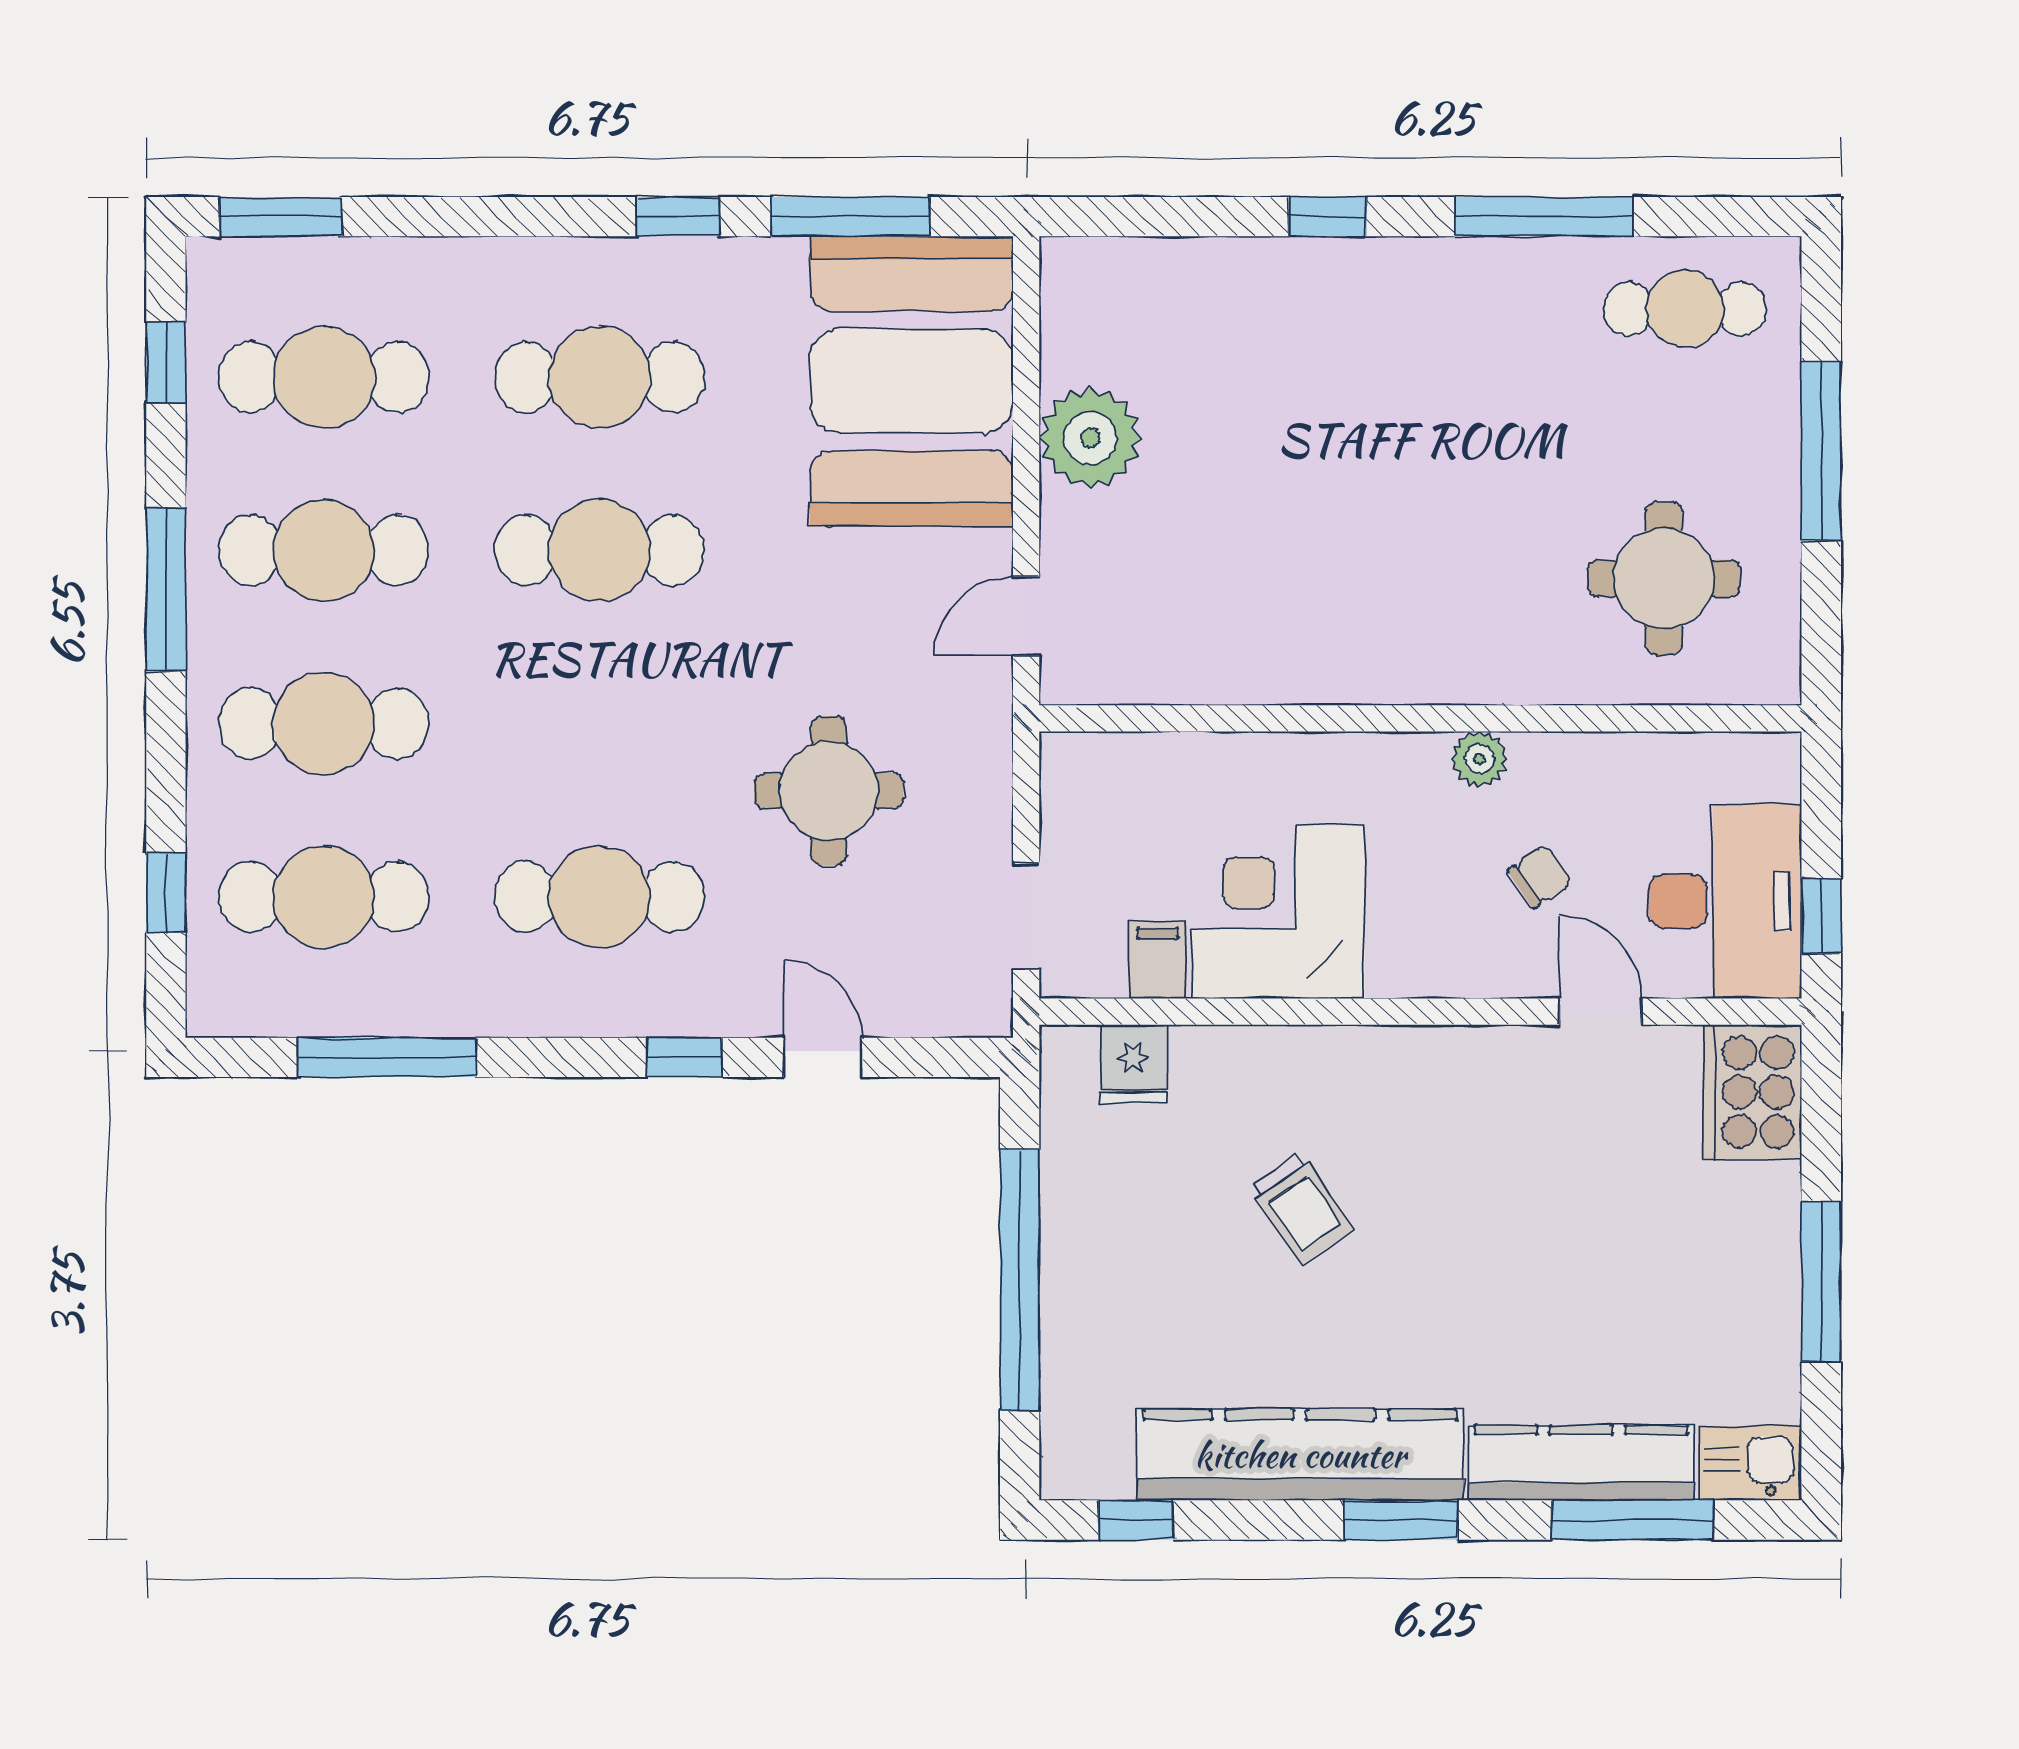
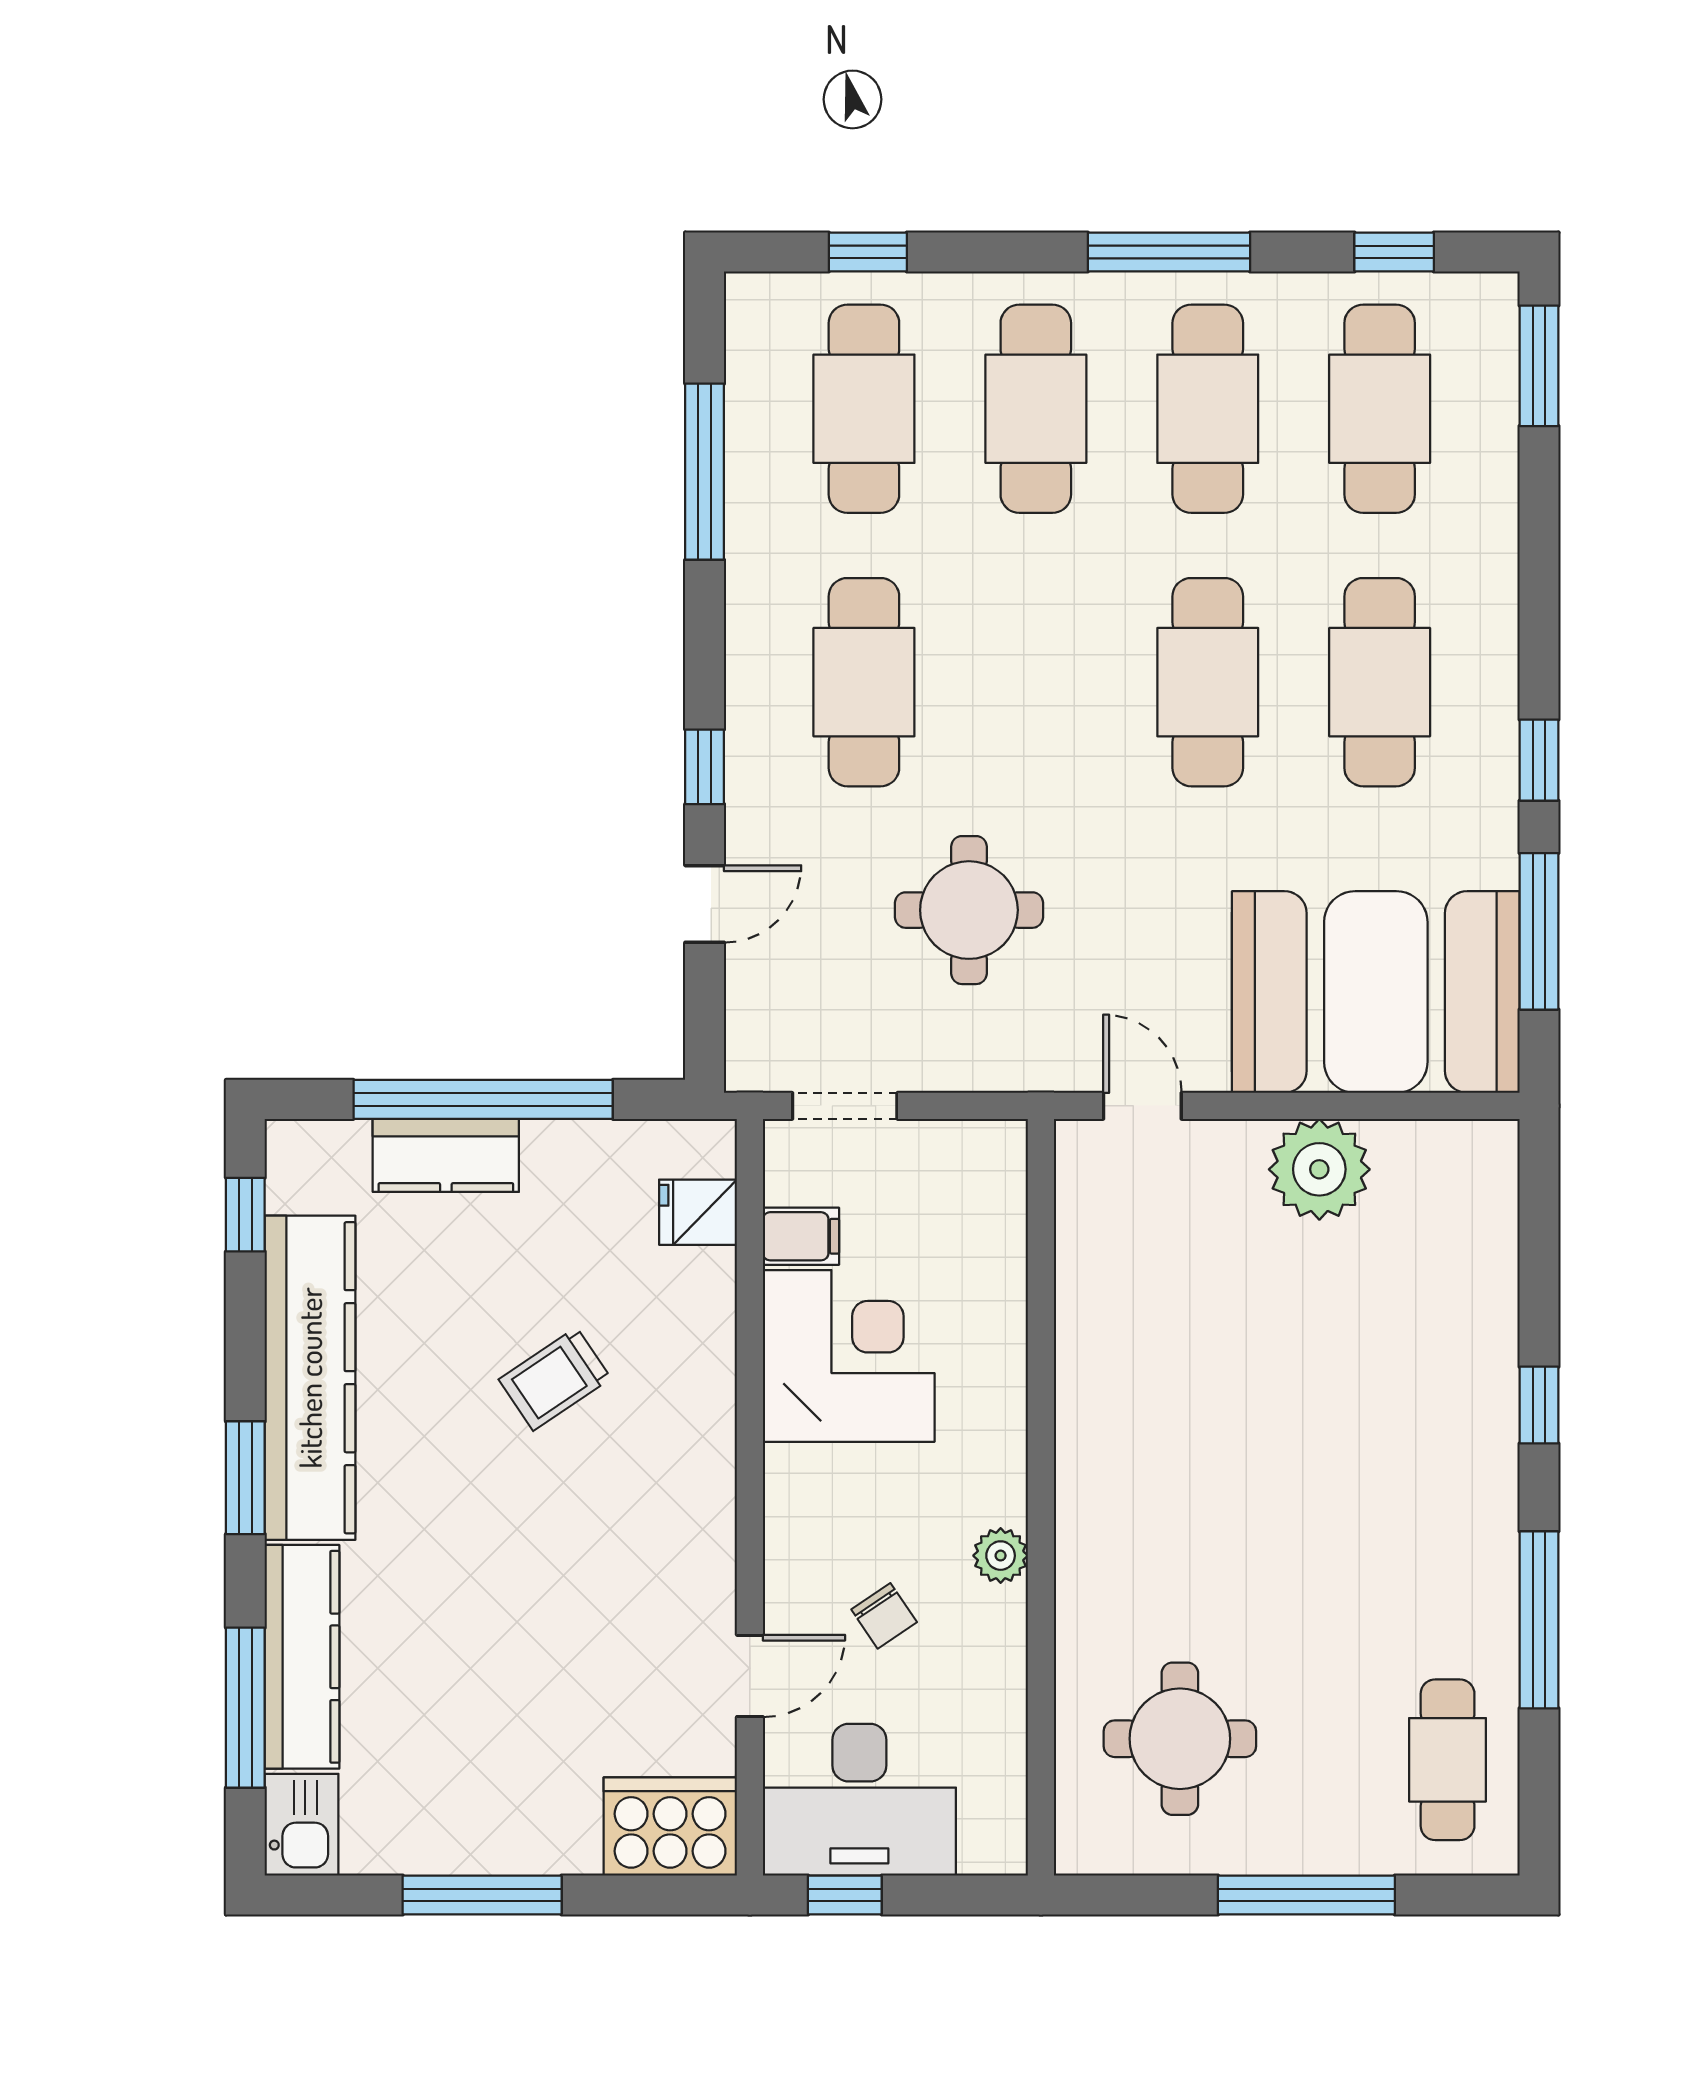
kitchen counter: (1076, 1318) -> (446, 1155), added

